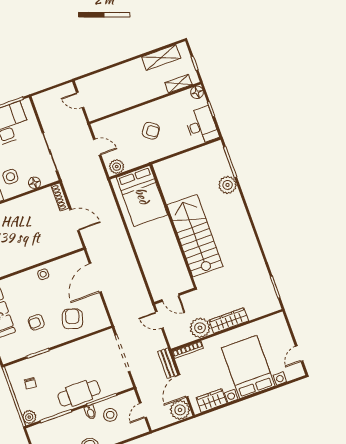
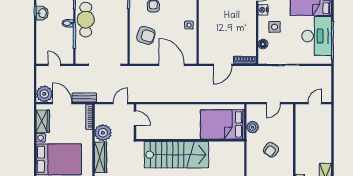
plant: (117, 167) -> (253, 127), moved
door: (171, 297) -> (135, 118), swing flipped
stool: (110, 415) -> (60, 38), removed

